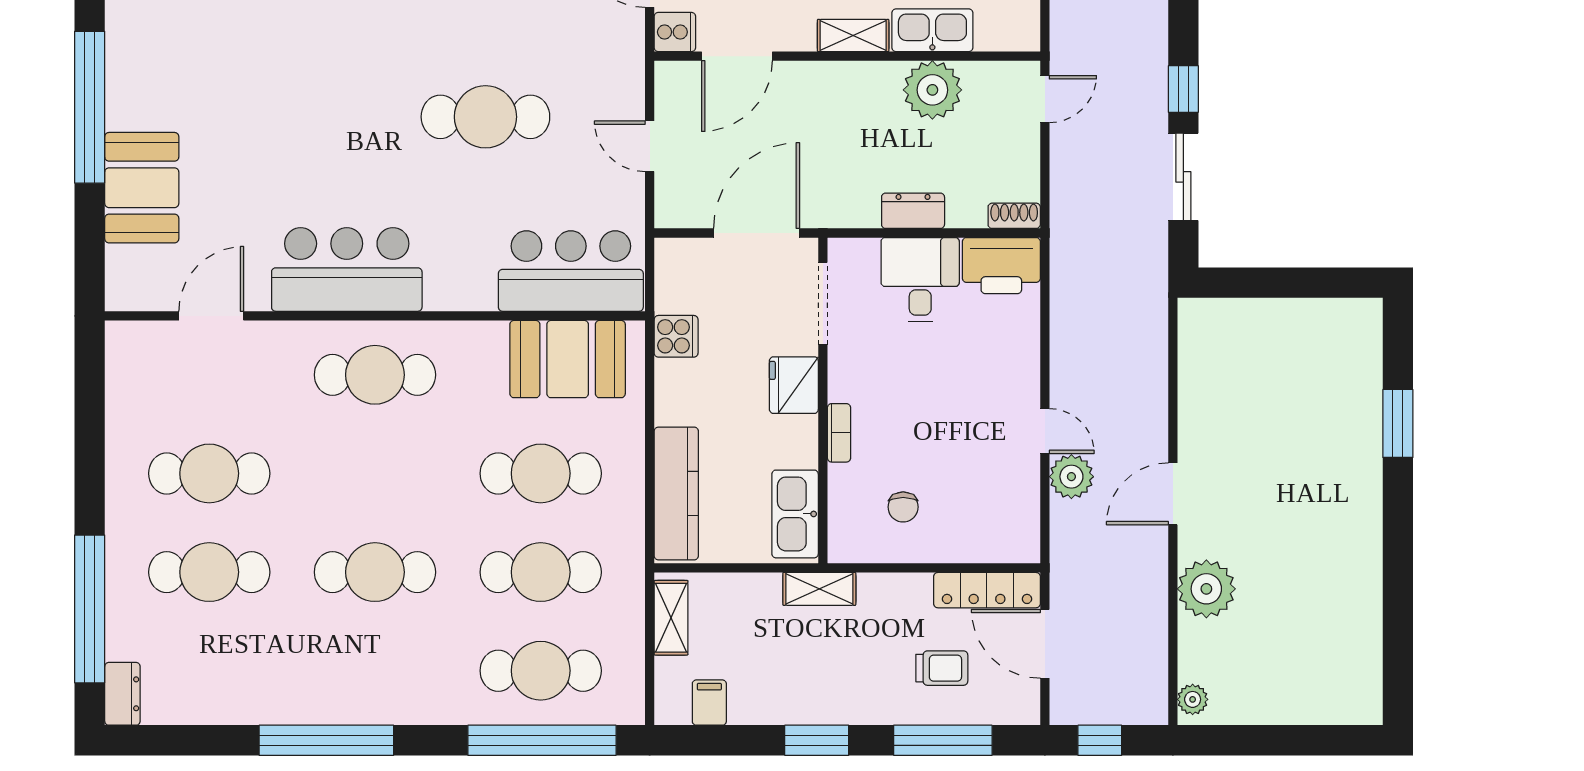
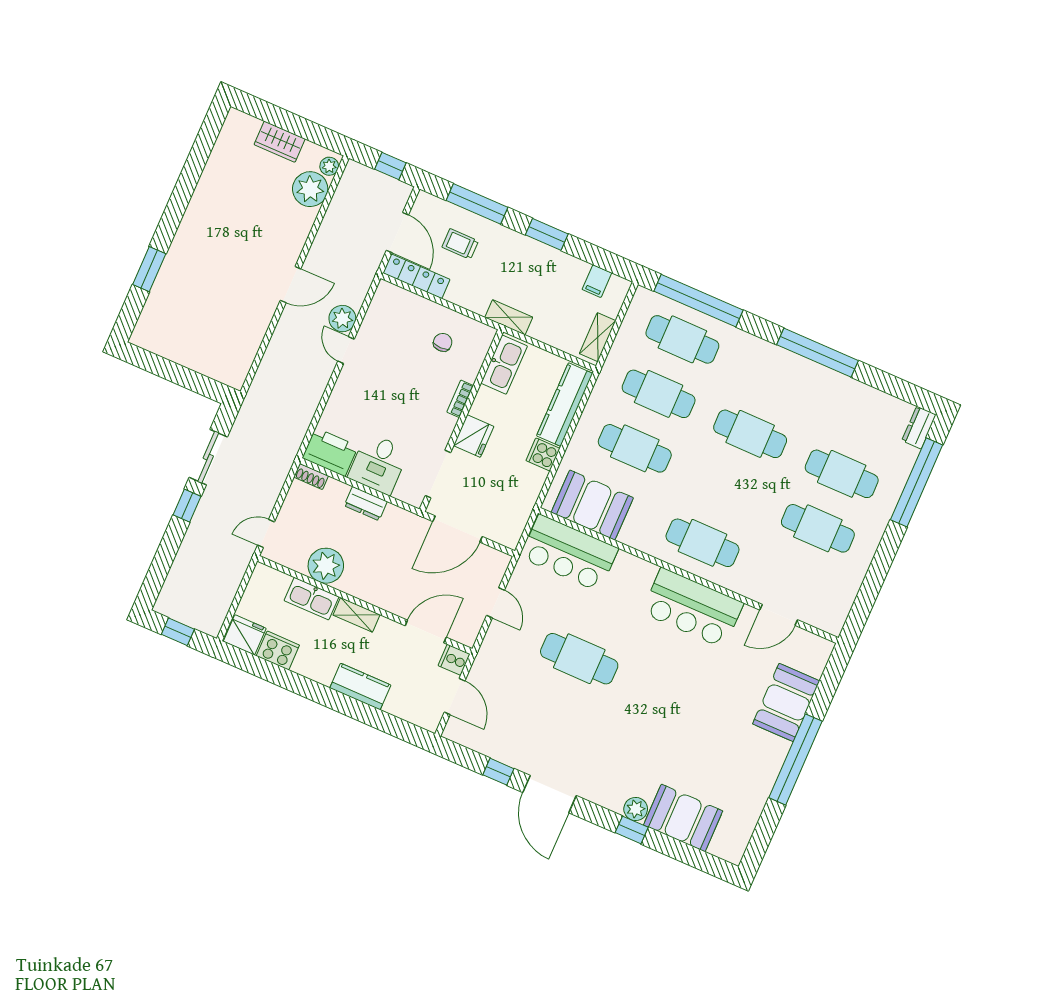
cooker: (676, 336) -> (543, 454), moved
plant: (1206, 589) -> (310, 189), moved
wardrobe: (1284, 704) -> (280, 142), added

